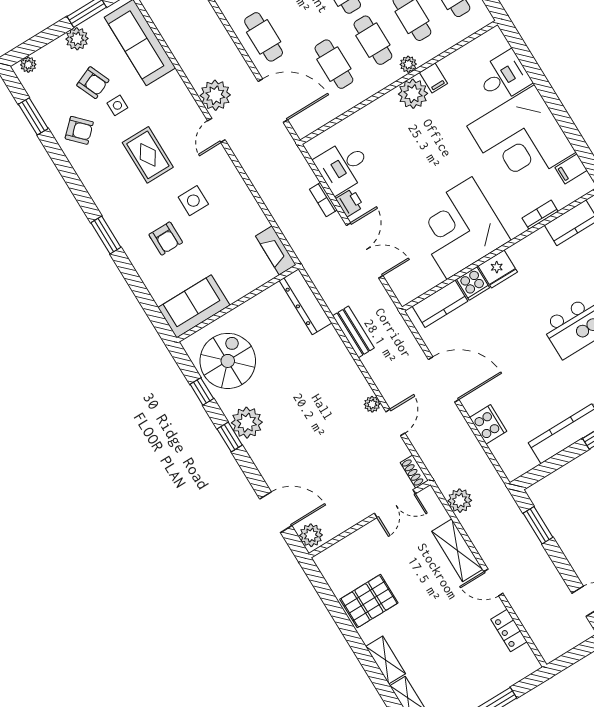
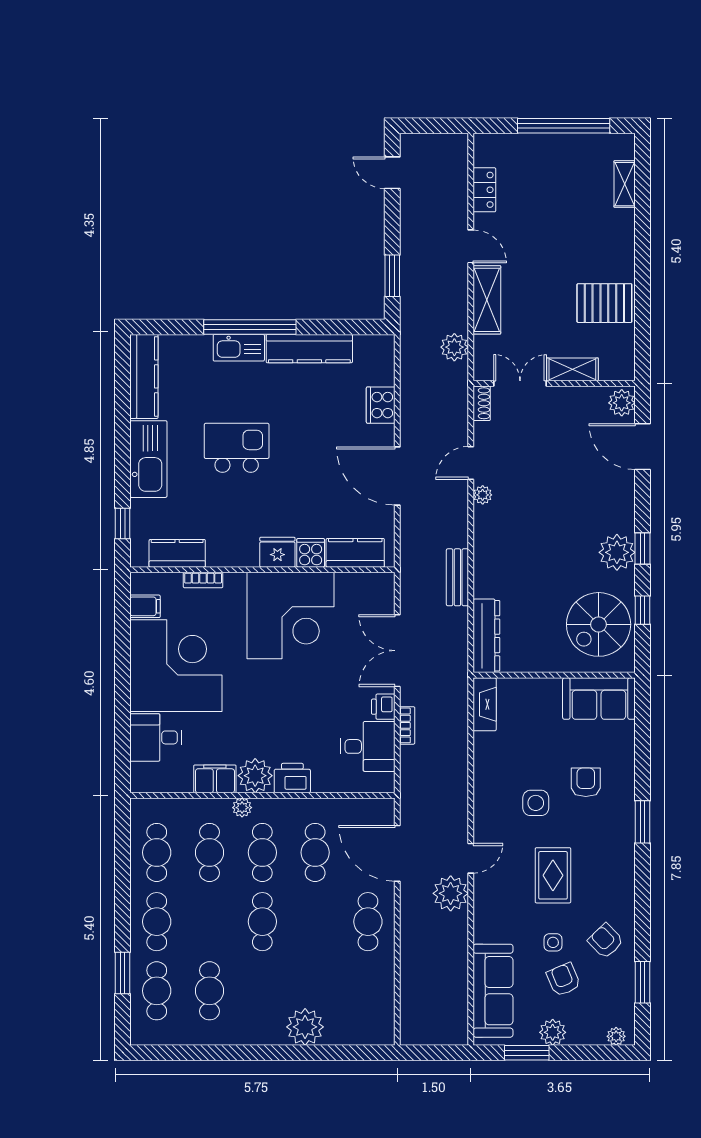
filing cabinet: (434, 78) -> (215, 779), width x2.00
printer: (384, 109) -> (292, 778), added
shelving: (386, 660) -> (572, 369), moved, turned 90

